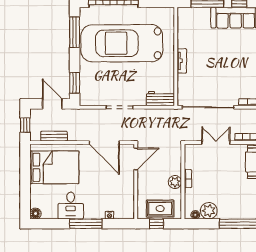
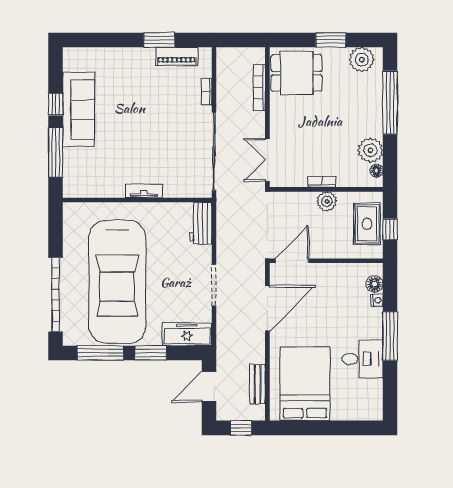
window: (75, 83) -> (151, 353), moved
freezer: (87, 89) -> (187, 334), added
double door: (216, 143) -> (267, 160), moved
door: (136, 159) -> (292, 261), hinge flipped
floor lamp: (35, 214) -> (375, 284), moved

